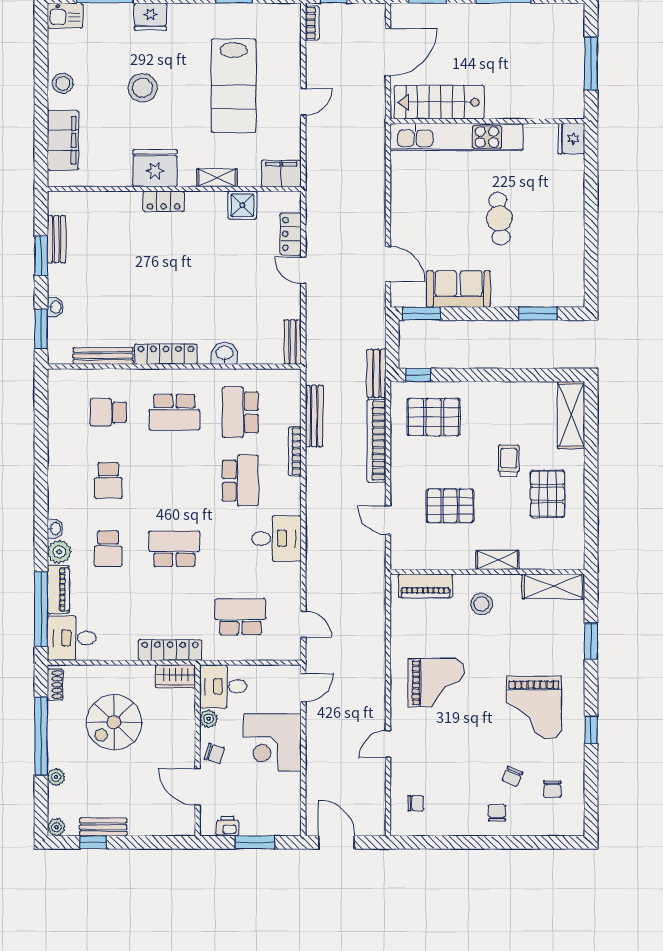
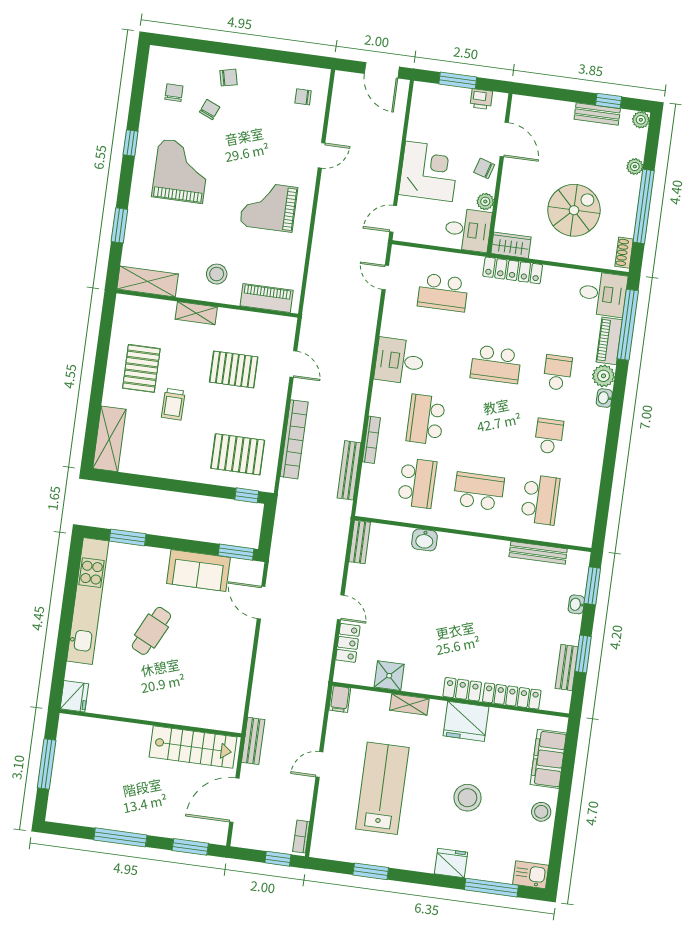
kitchen unit: (456, 137) -> (88, 601), moved, turned 90
filing cabinet: (281, 173) -> (340, 699), width x0.50
cafe table: (499, 219) -> (151, 631), turned 31
locker: (166, 354) -> (512, 696), moved, turned 180
bench: (377, 373) -> (253, 741), moved
school desk: (108, 412) -> (540, 500), width x1.85
chair: (497, 813) -> (228, 78), turned -103

